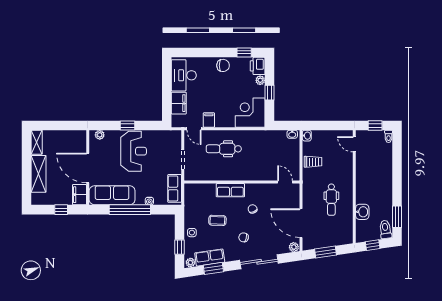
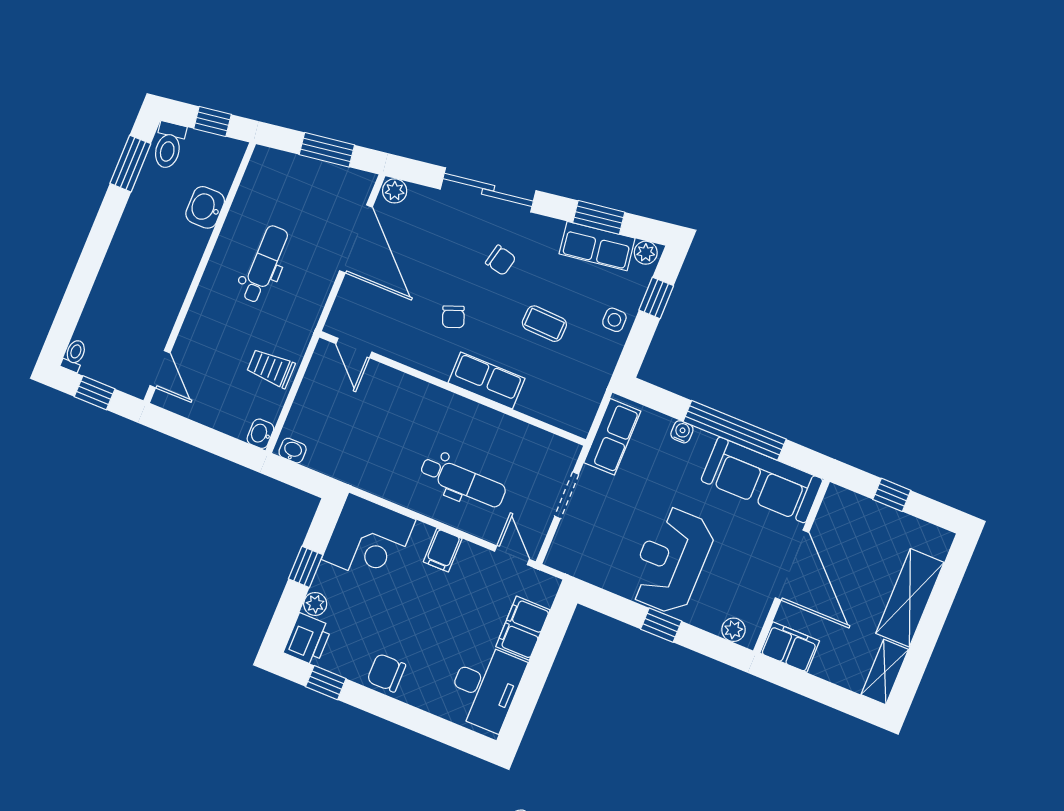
filing cabinet: (209, 120) -> (443, 550), moved
filing cabinet: (79, 195) -> (790, 647), moved, turned -90

